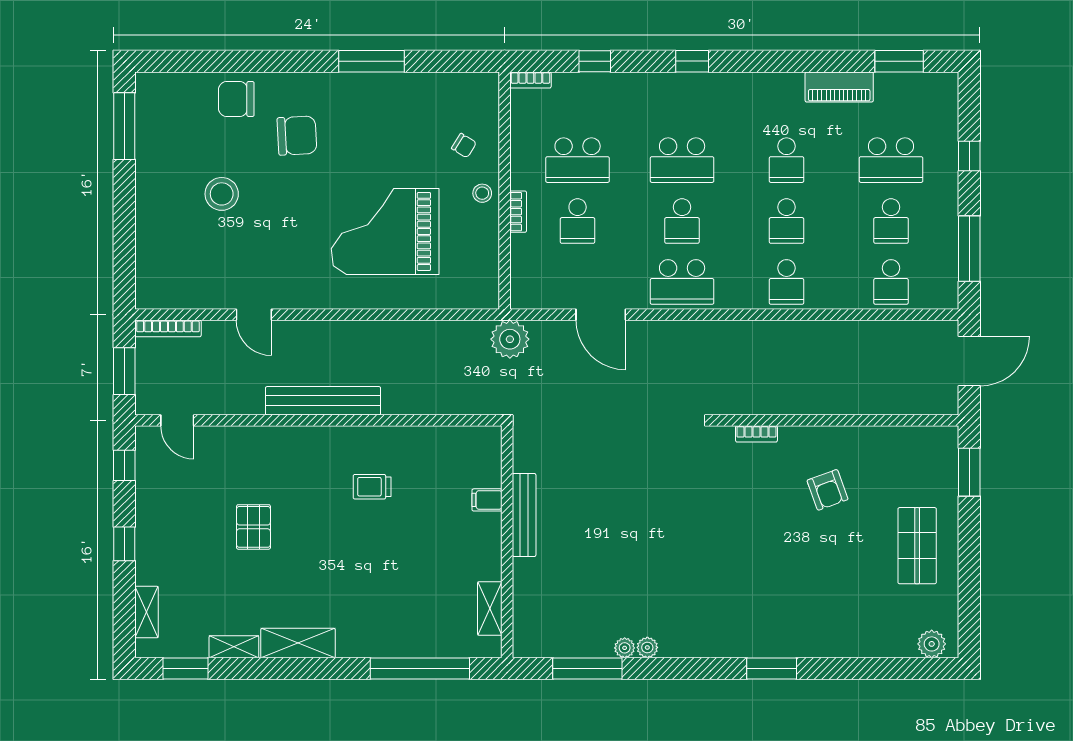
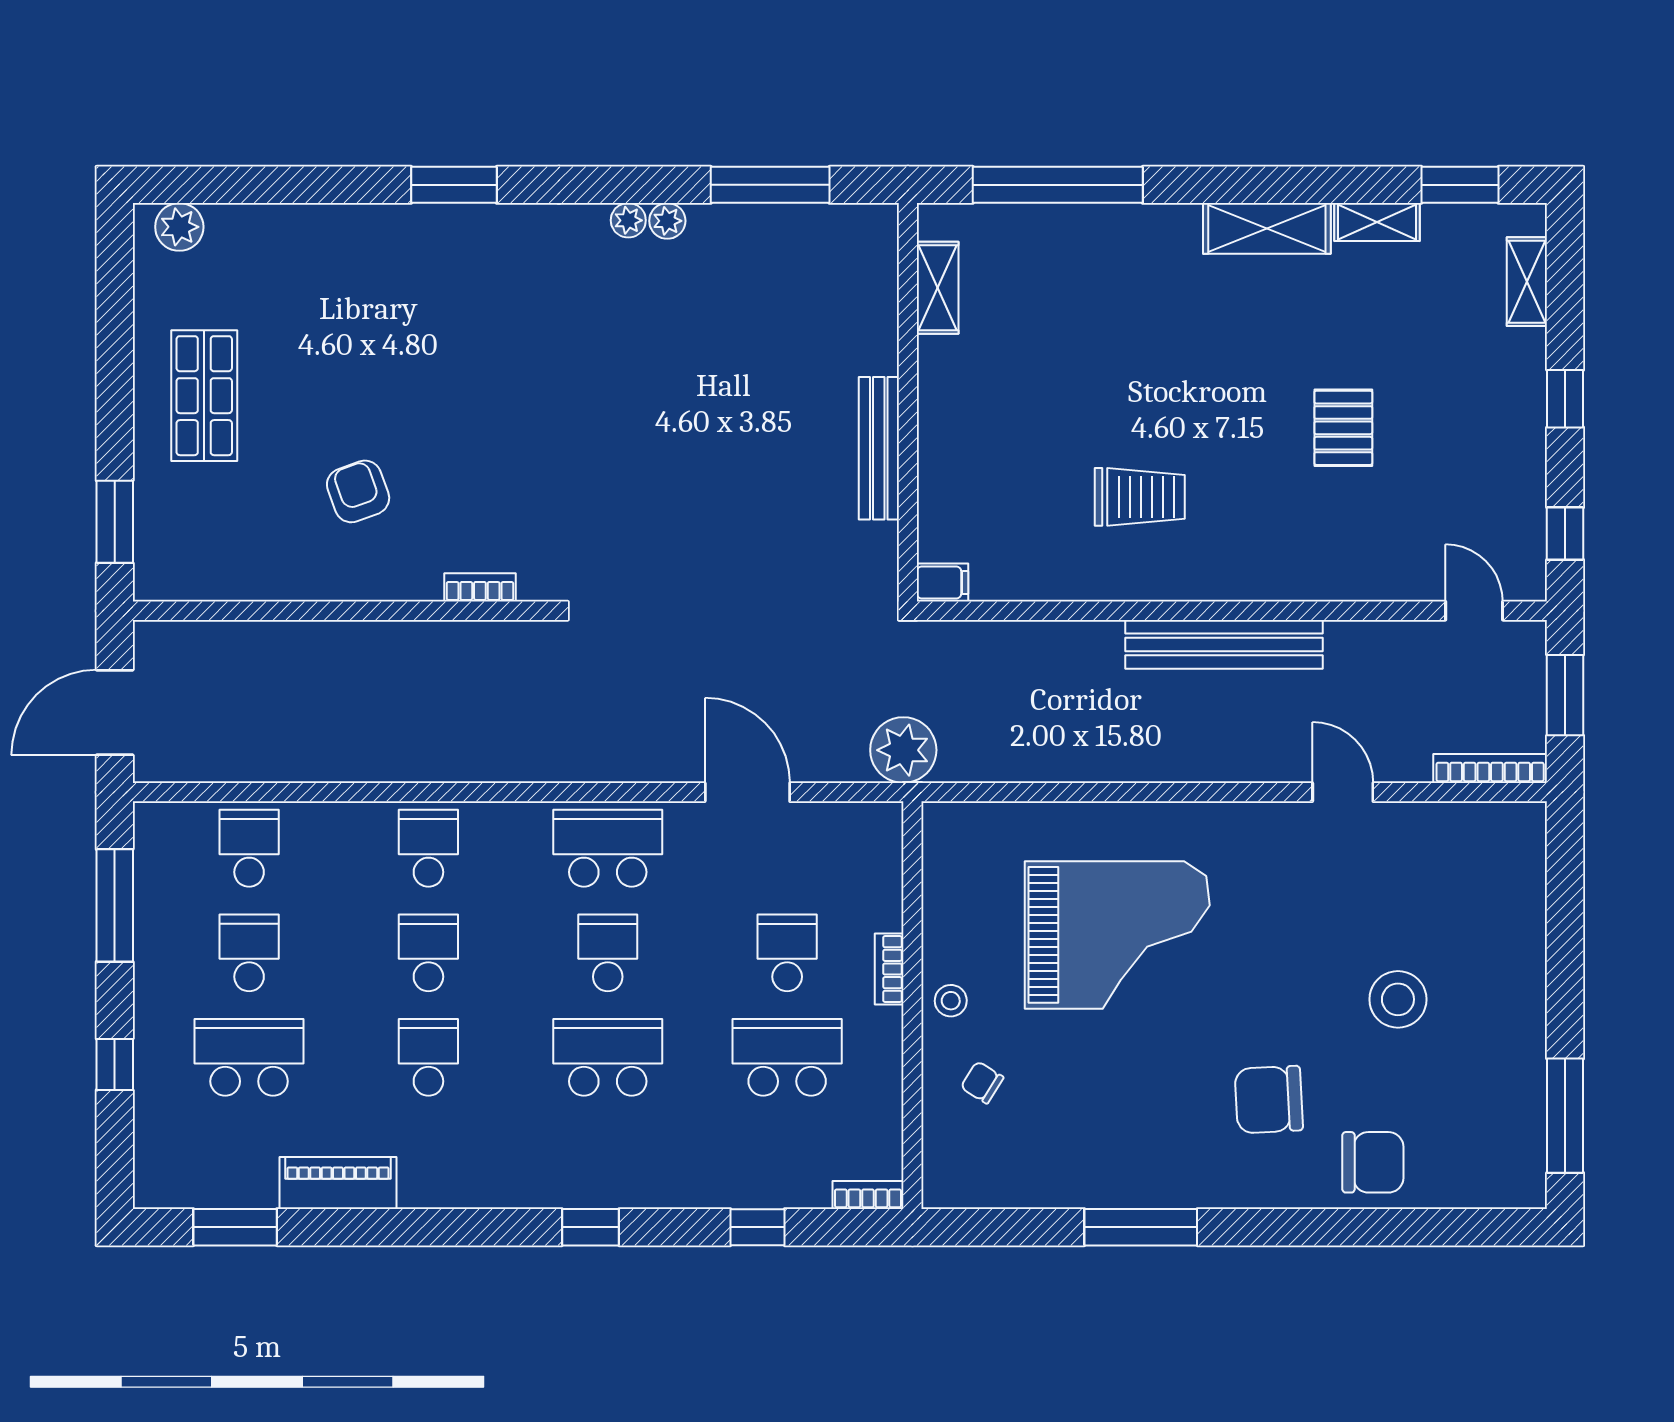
trolley: (372, 487) -> (1140, 497), width x1.36, depth x1.39
filing cabinet: (487, 500) -> (943, 583), moved
plant: (625, 648) -> (628, 220), moved

